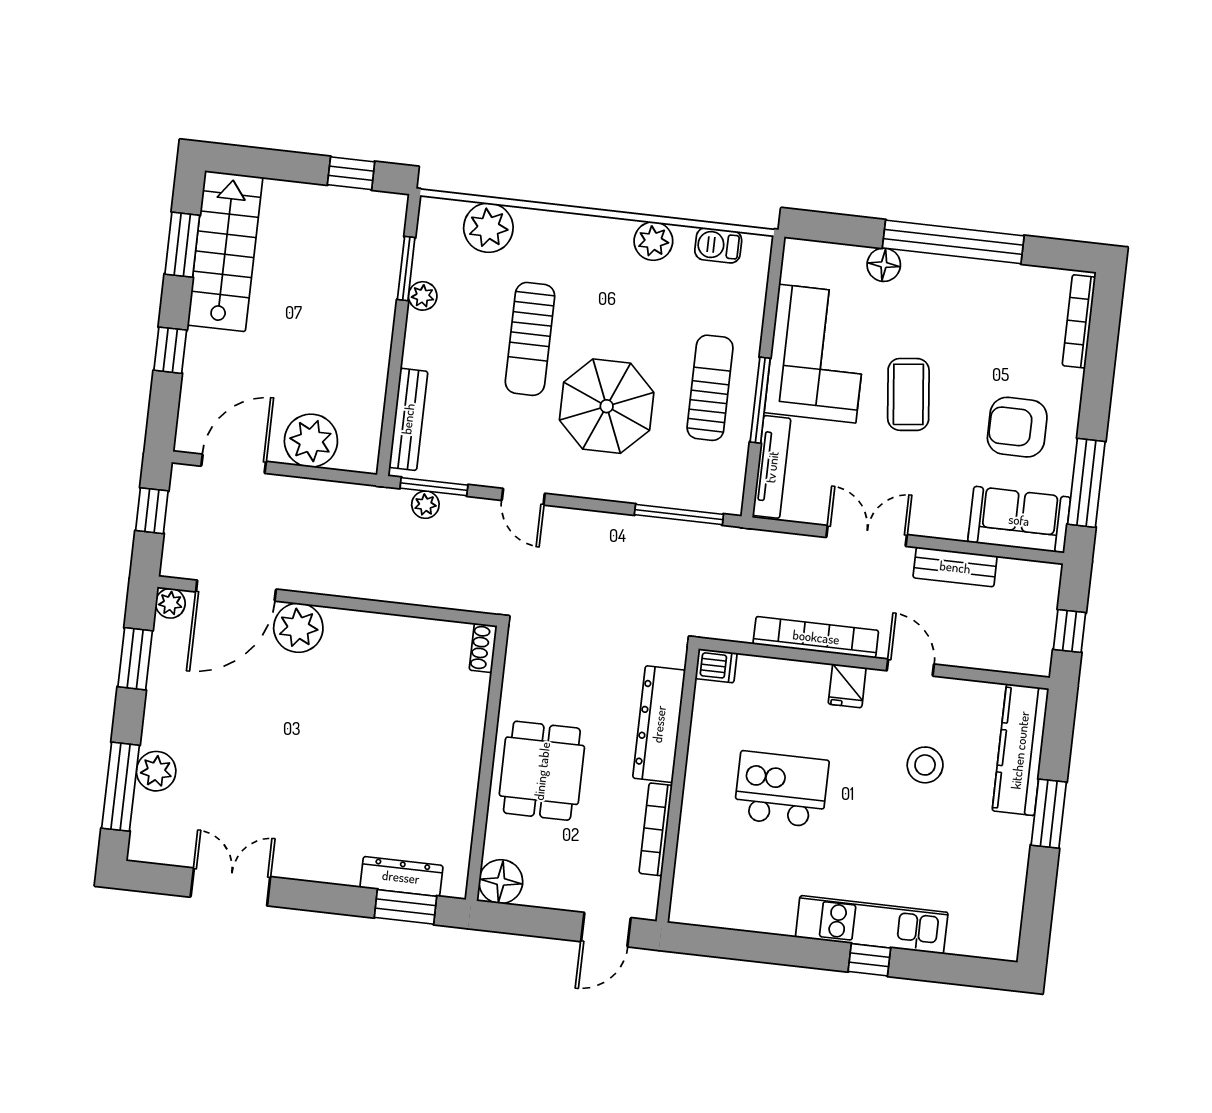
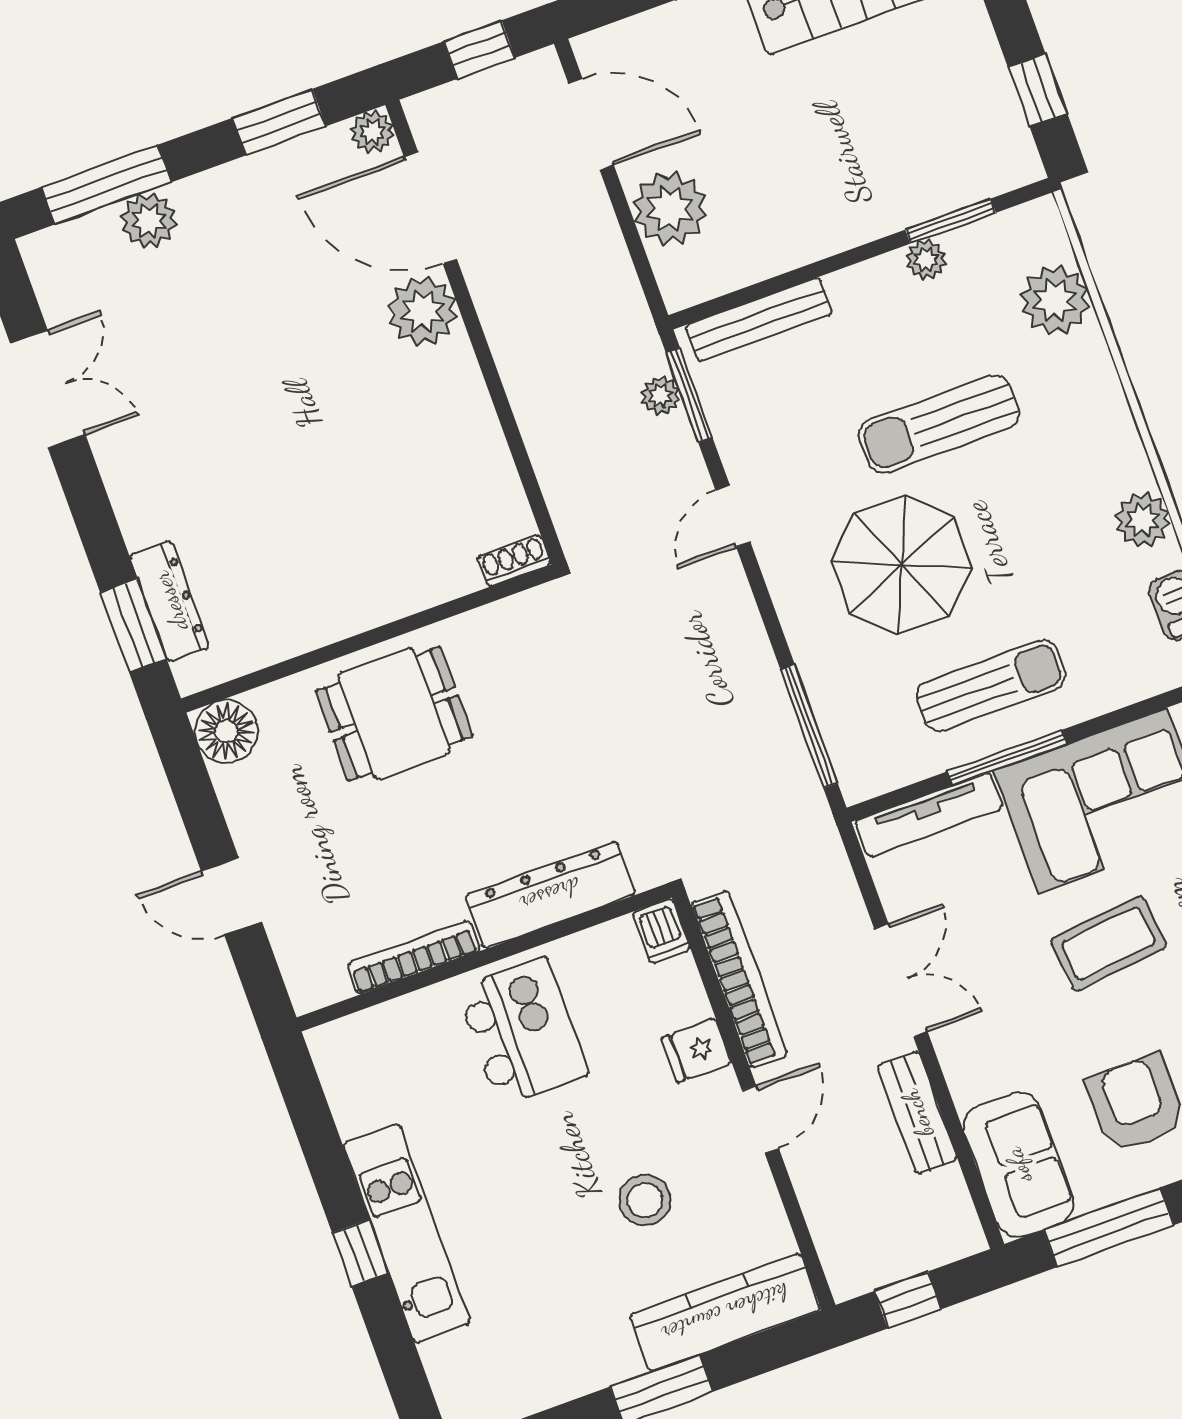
dishwasher: (716, 666) -> (661, 931), moved
dresser: (659, 724) -> (550, 895), moved
wall: (678, 785) -> (484, 957), moved
bookcase: (656, 829) -> (414, 957), moved

